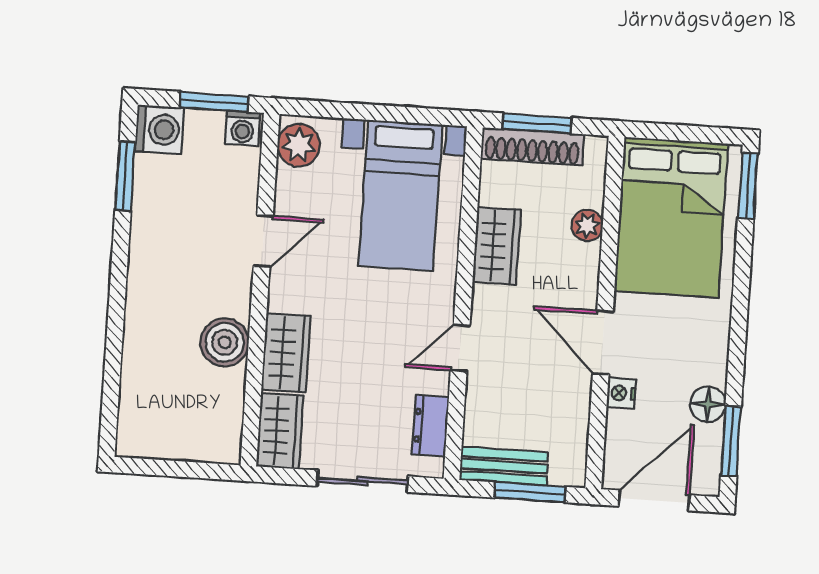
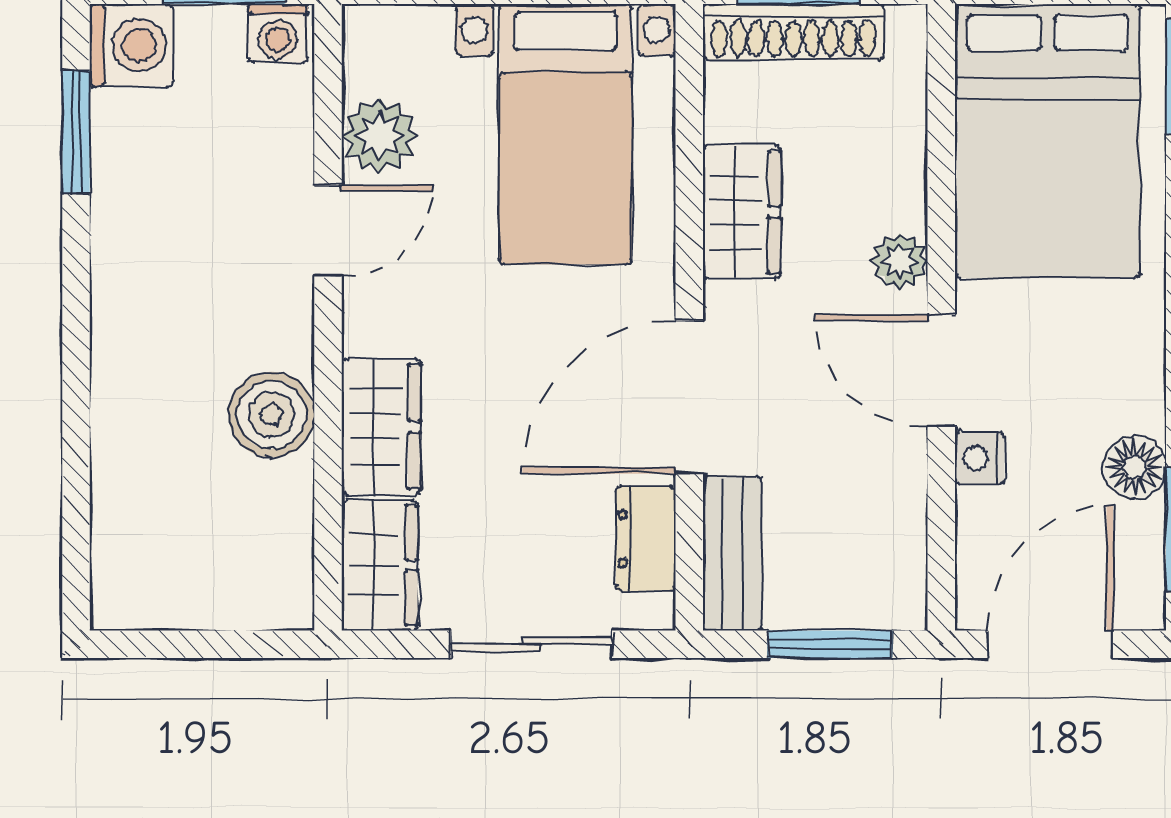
plant: (299, 145) -> (380, 136), moved
plant: (587, 225) -> (900, 261), moved
door: (460, 348) -> (689, 397), width x1.87
bench: (504, 466) -> (732, 553), moved, turned 90

